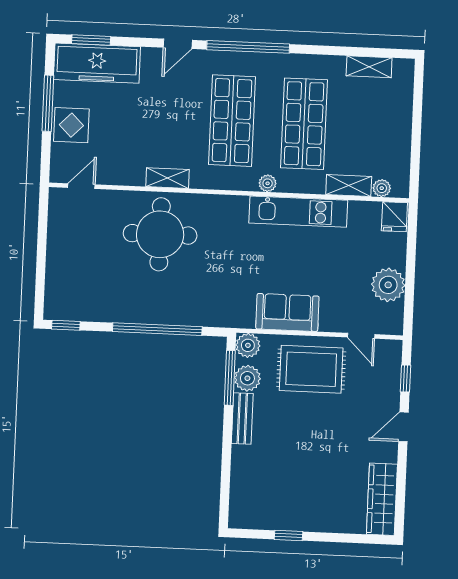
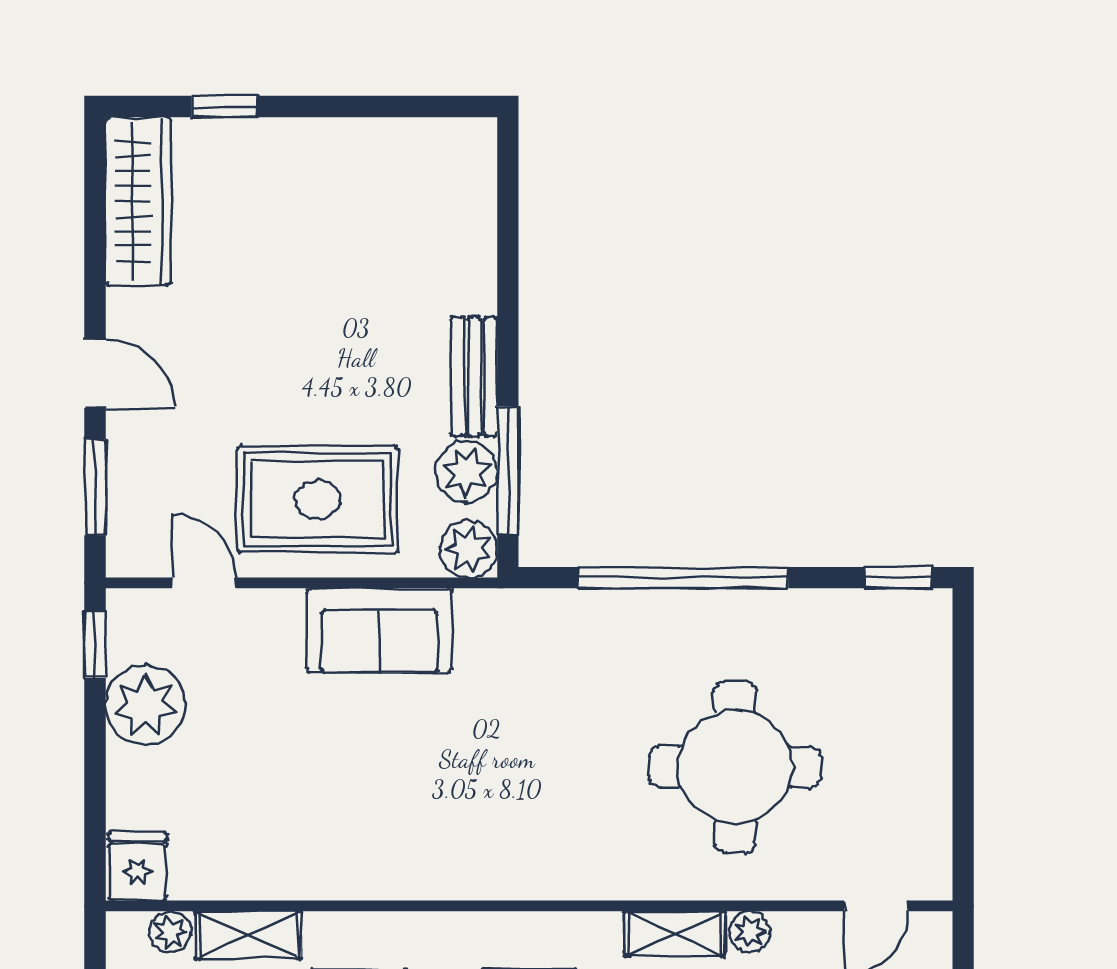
plant: (268, 183) -> (749, 932), moved
kitchen unit: (298, 212) -> (364, 868), removed
round table: (160, 234) -> (735, 767), moved
window: (408, 312) -> (95, 644), added
window: (406, 378) -> (95, 487), width x1.50
door: (403, 427) -> (95, 374), hinge flipped
window: (288, 536) -> (225, 107), moved

